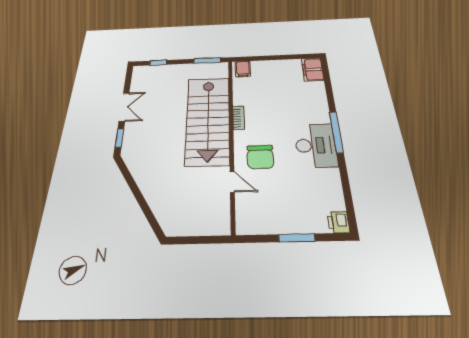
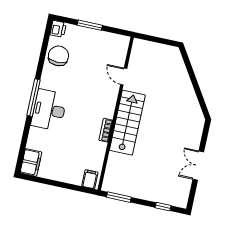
stairs: (208, 120) -> (127, 123), width x0.73, depth x0.66
window: (119, 138) -> (205, 136), removed
desk: (316, 145) -> (49, 110), moved
chair: (260, 157) -> (58, 56), moved

